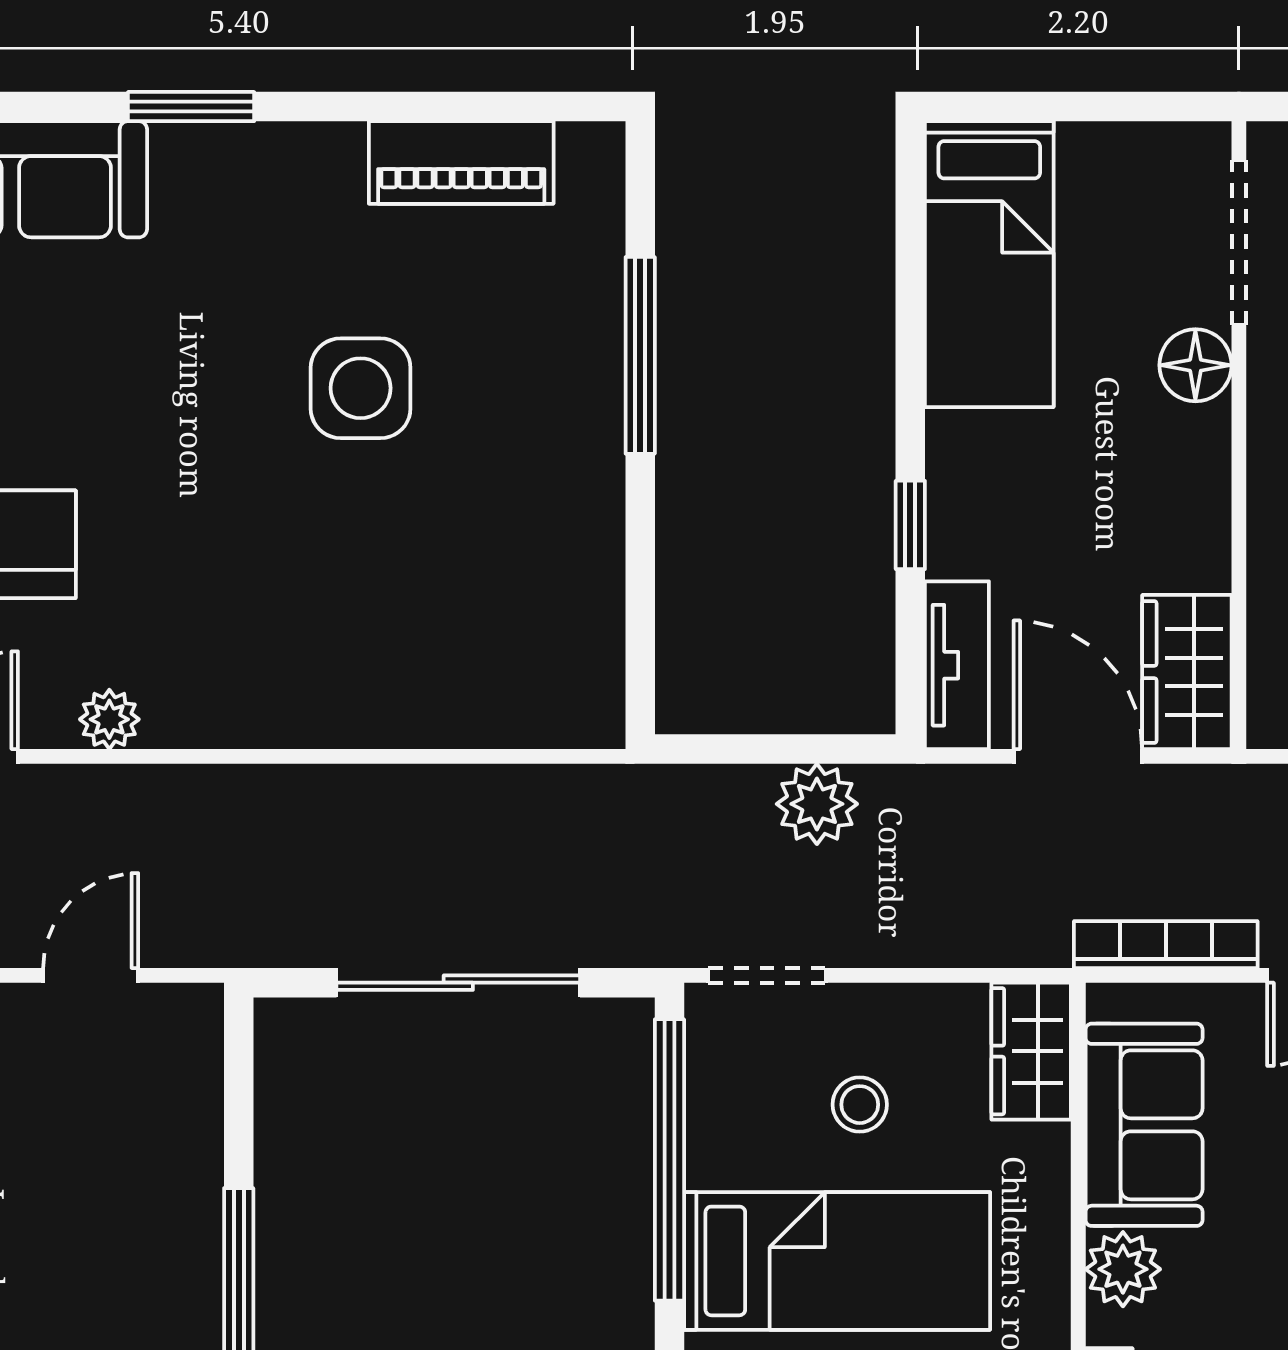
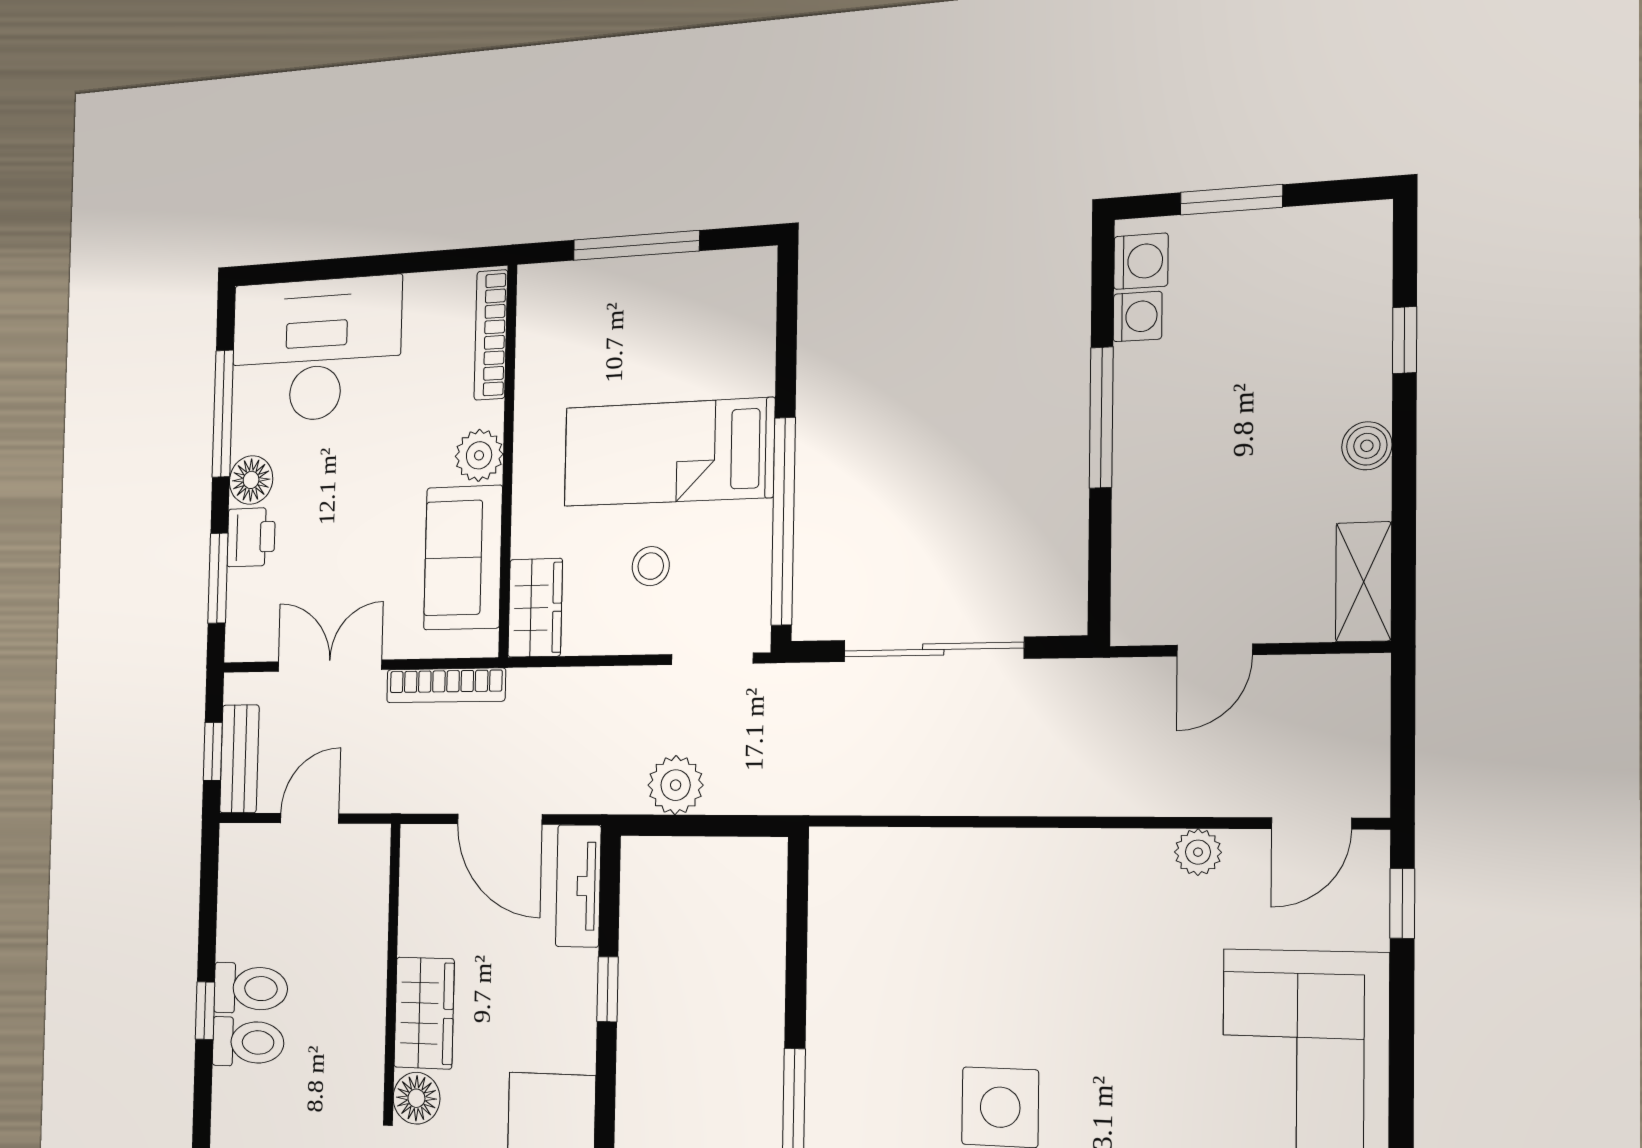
wardrobe: (1187, 672) -> (424, 1013), moved

